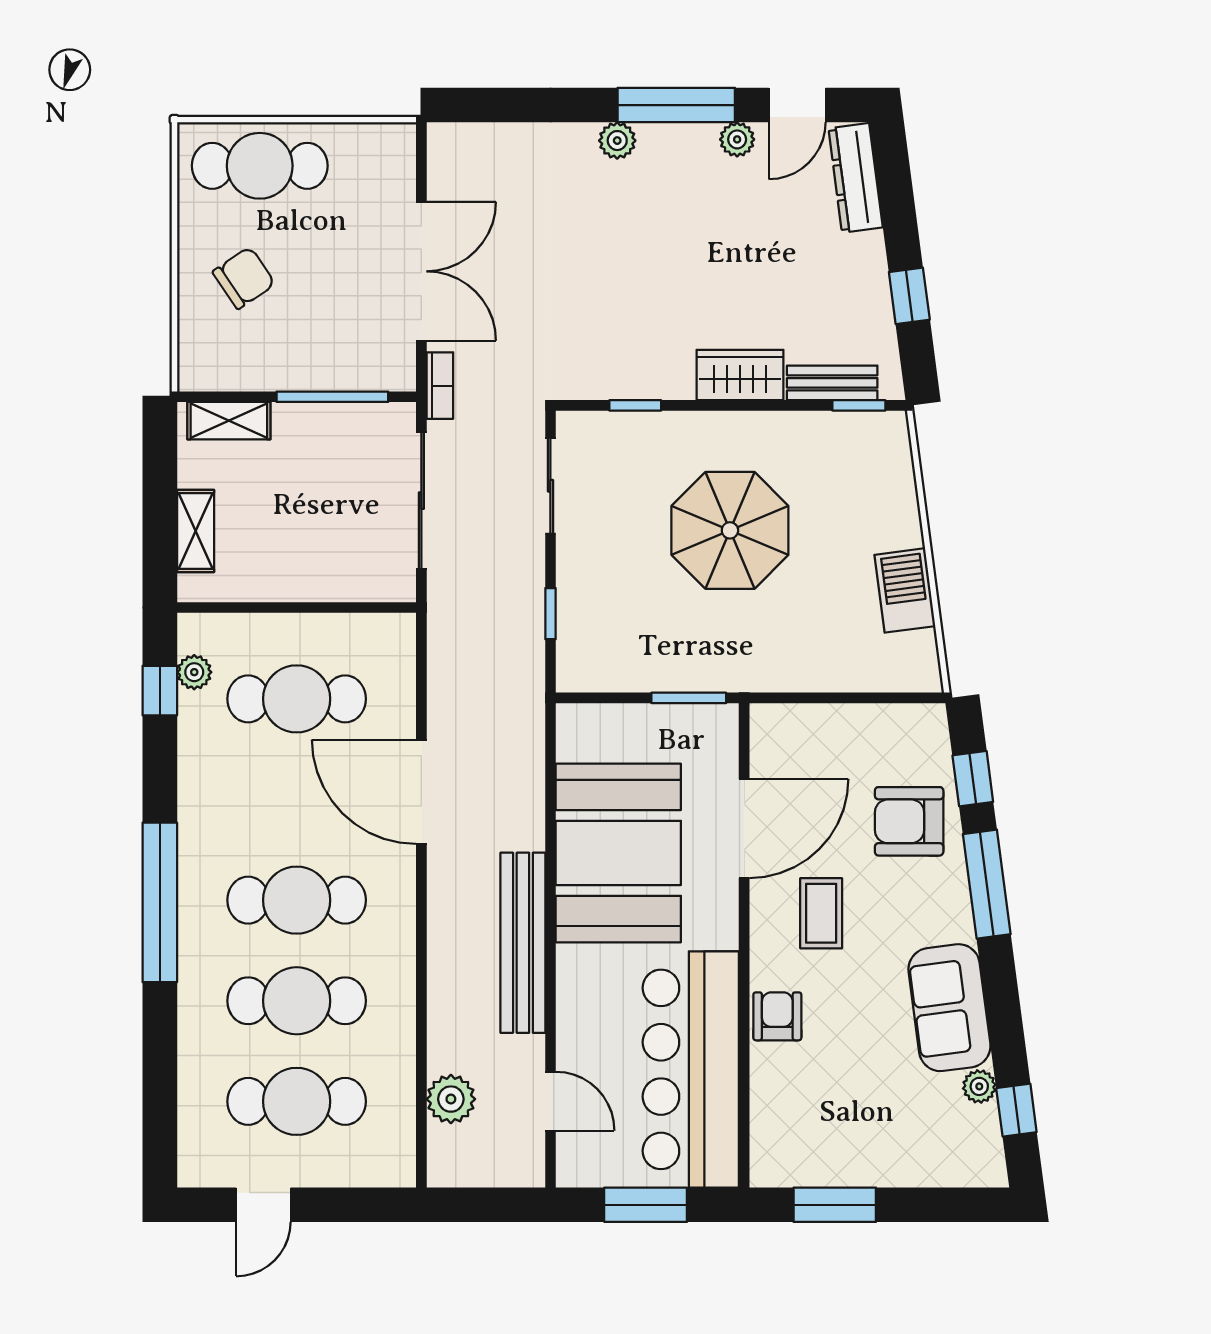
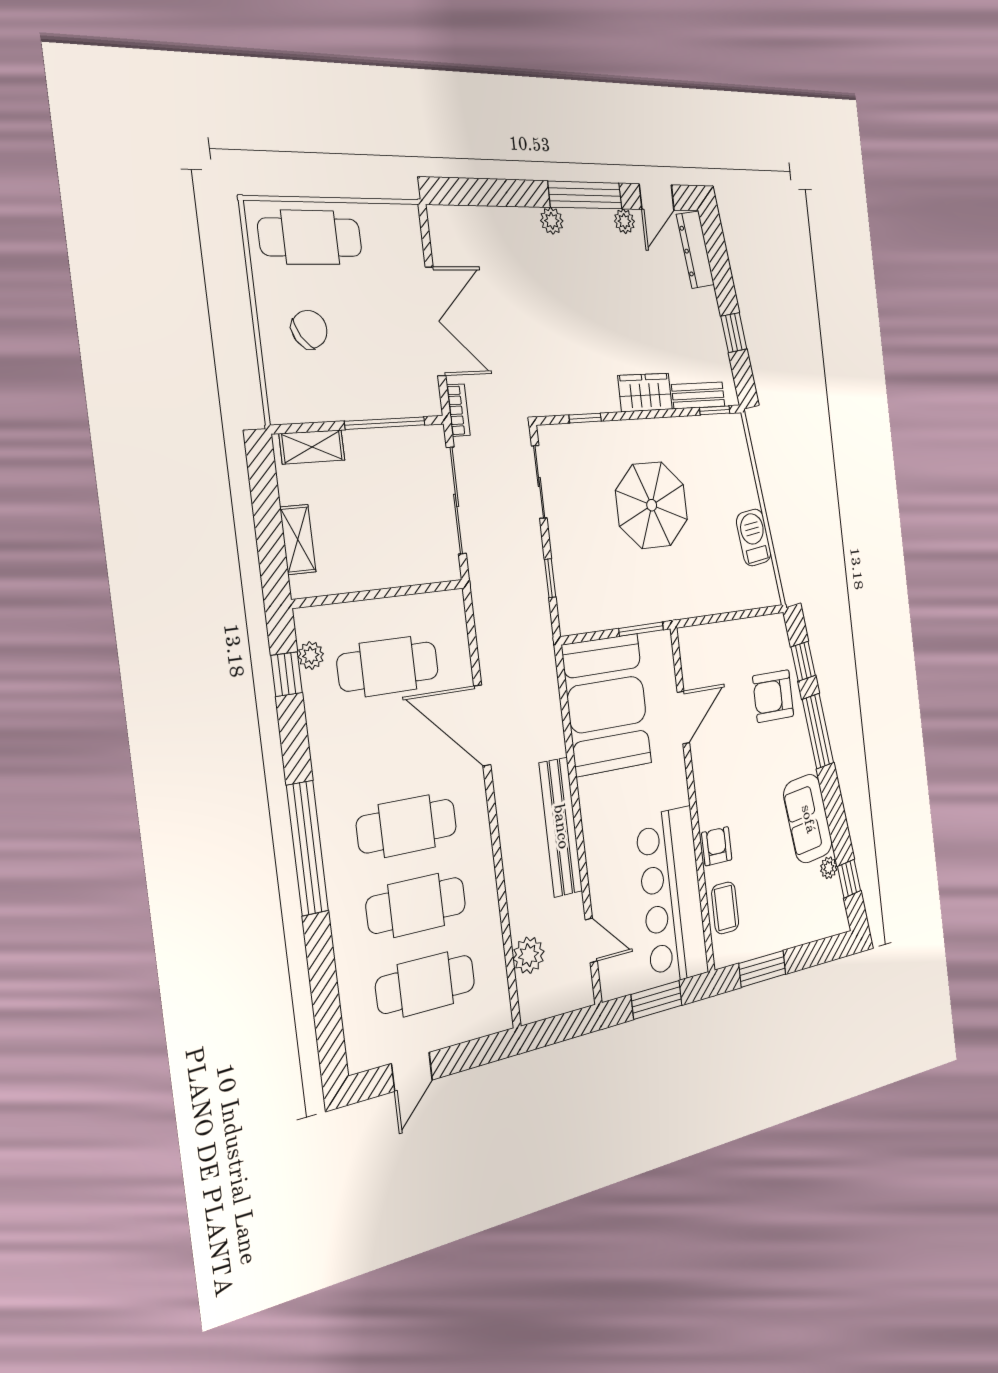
door: (744, 828) -> (683, 718), width x0.73
booth: (618, 853) -> (607, 705), moved
coffee table: (821, 913) -> (725, 908), moved

